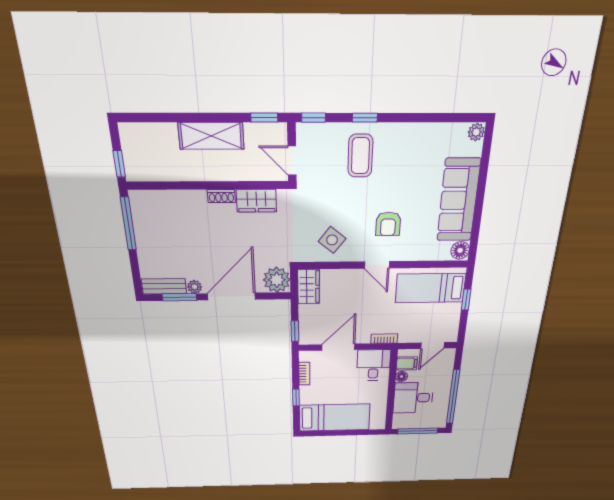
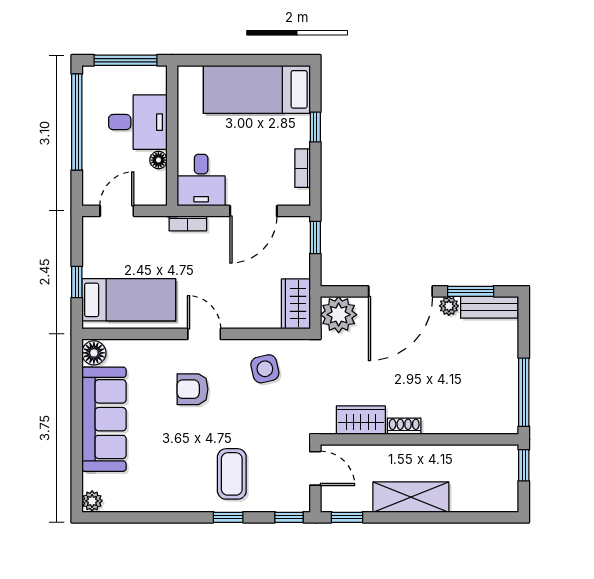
armchair: (388, 224) -> (192, 389), turned -90
side table: (332, 240) -> (265, 369), turned 38
filing cabinet: (407, 364) -> (152, 182), removed

